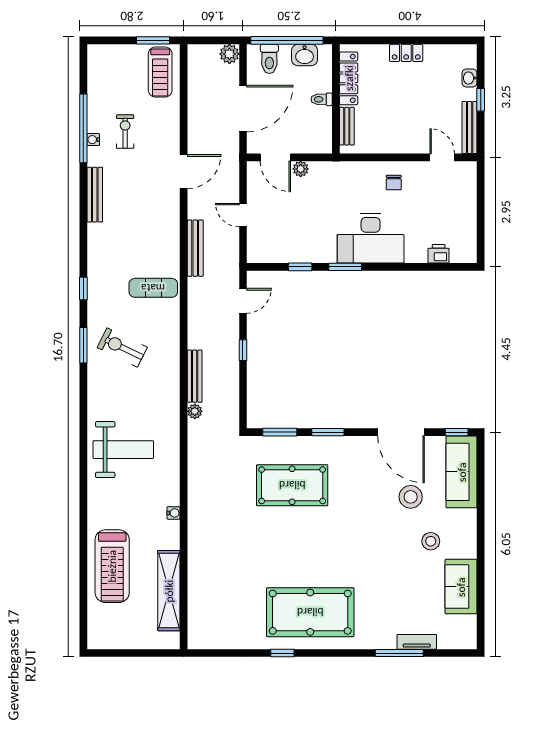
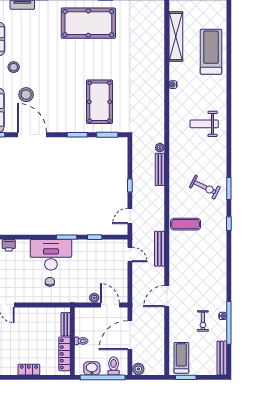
chair: (394, 183) -> (50, 282), moved
bench: (95, 195) -> (222, 358), moved
door: (243, 215) -> (130, 254), moved
weight bench: (123, 450) -> (204, 124), width x0.73, depth x0.75
pool table: (292, 485) -> (99, 102), turned 90

